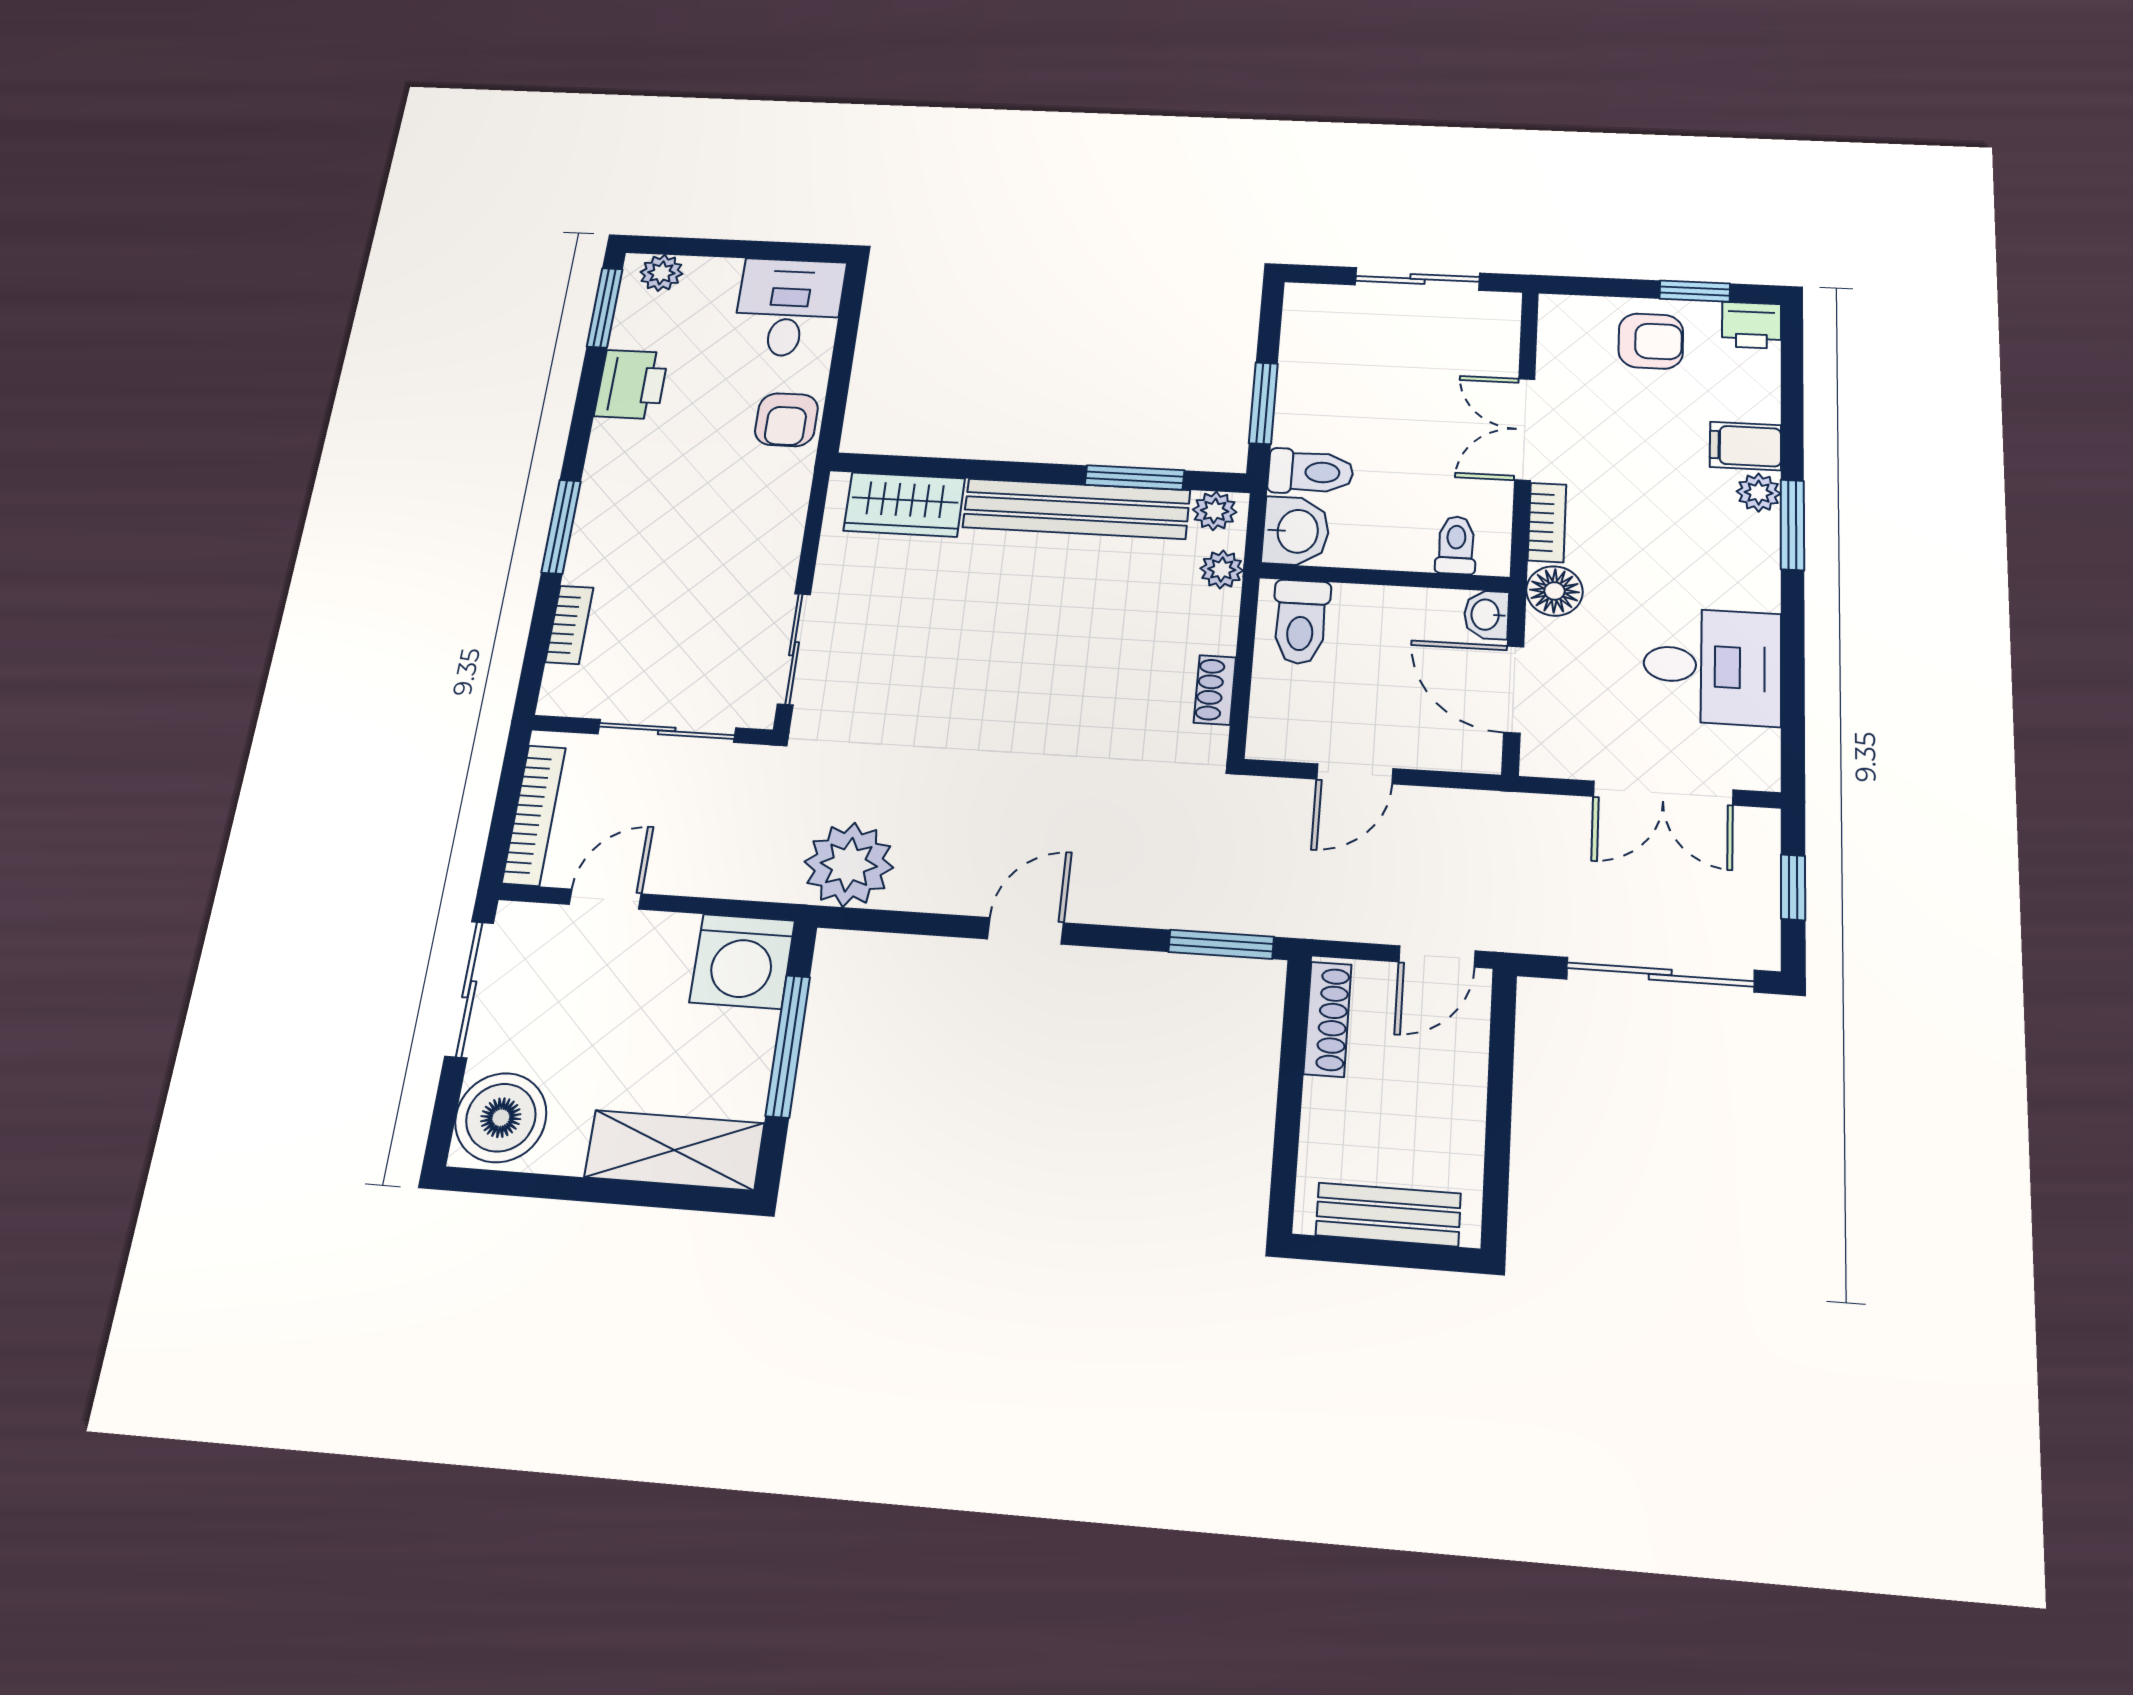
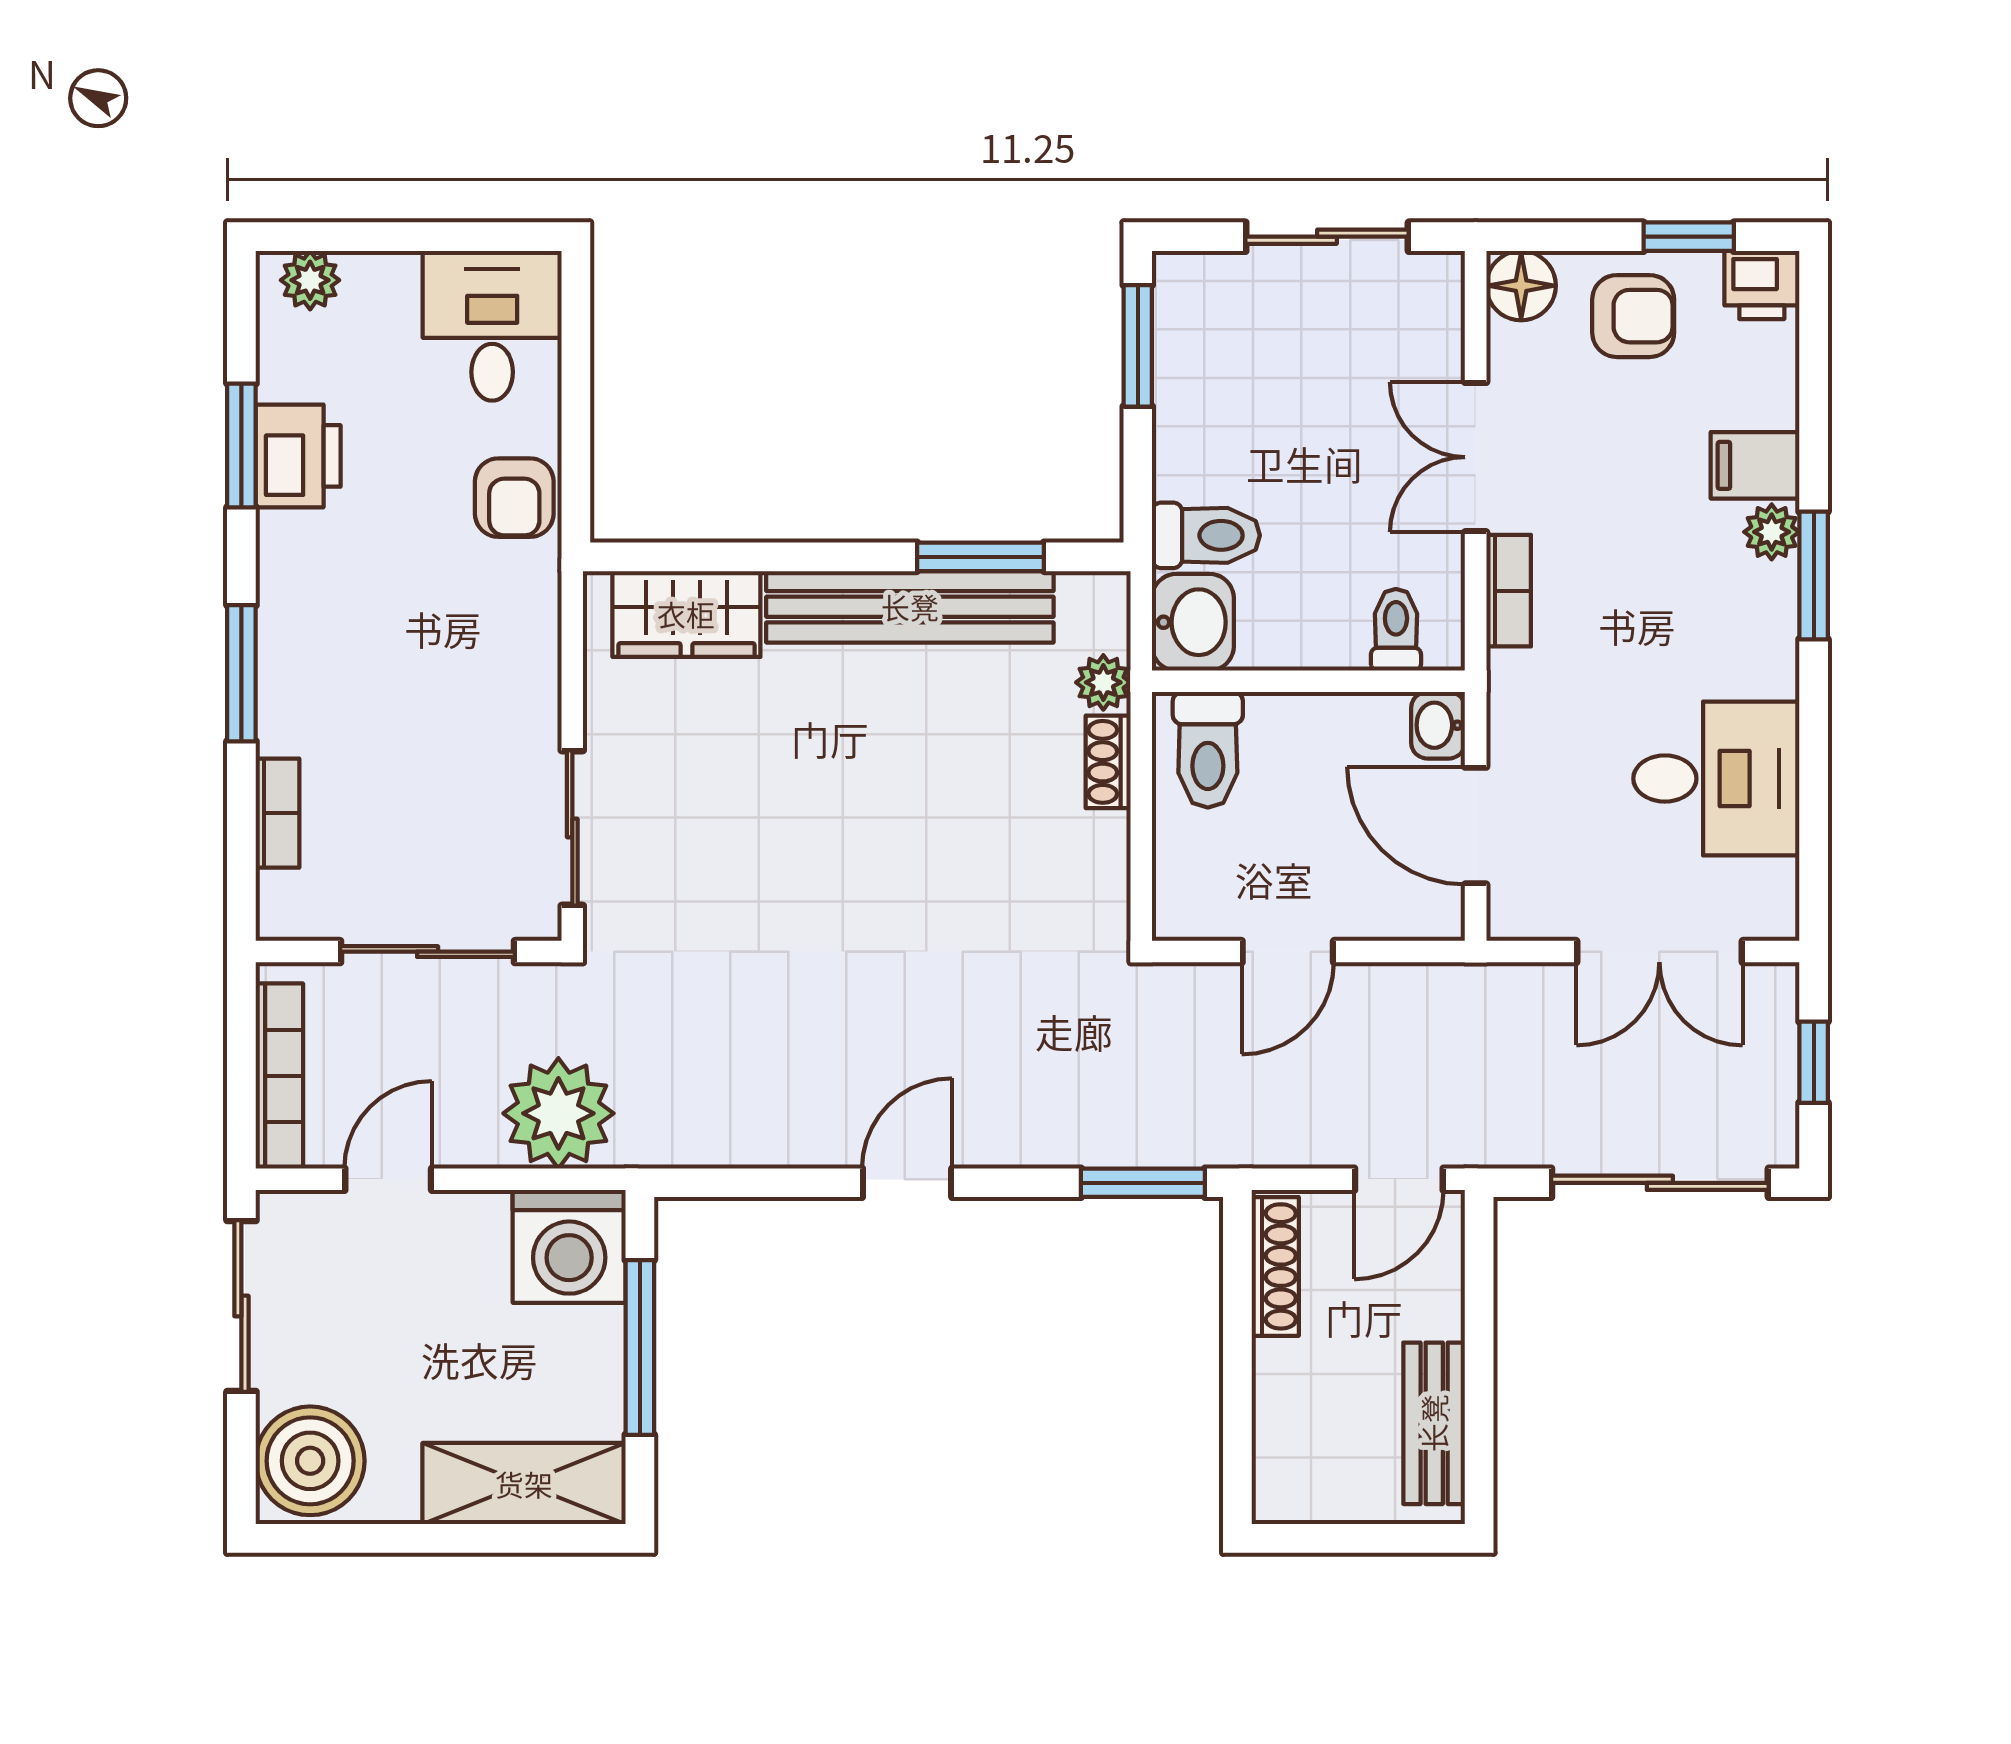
window: (605, 308) -> (241, 445), moved
window: (1263, 403) -> (1138, 346), moved
plant: (1215, 511) -> (1087, 599), removed
floor lamp: (1554, 591) -> (1521, 286), moved
shoe rack: (1215, 690) -> (1108, 762), moved
plant: (849, 865) -> (558, 1113), moved
bench: (1388, 1214) -> (1434, 1423), moved, turned 90

